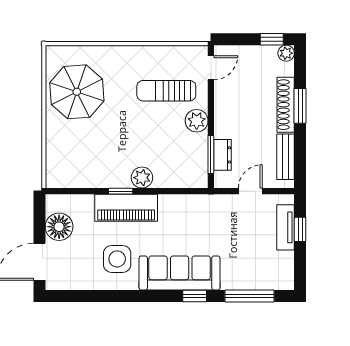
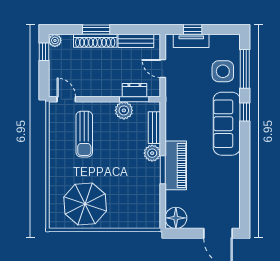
plant: (197, 121) -> (124, 110), moved
bench: (175, 180) -> (154, 128), added
window: (121, 191) -> (163, 170), width x1.50
floor lamp: (59, 227) -> (176, 218), moved
side table: (117, 259) -> (223, 71), moved

